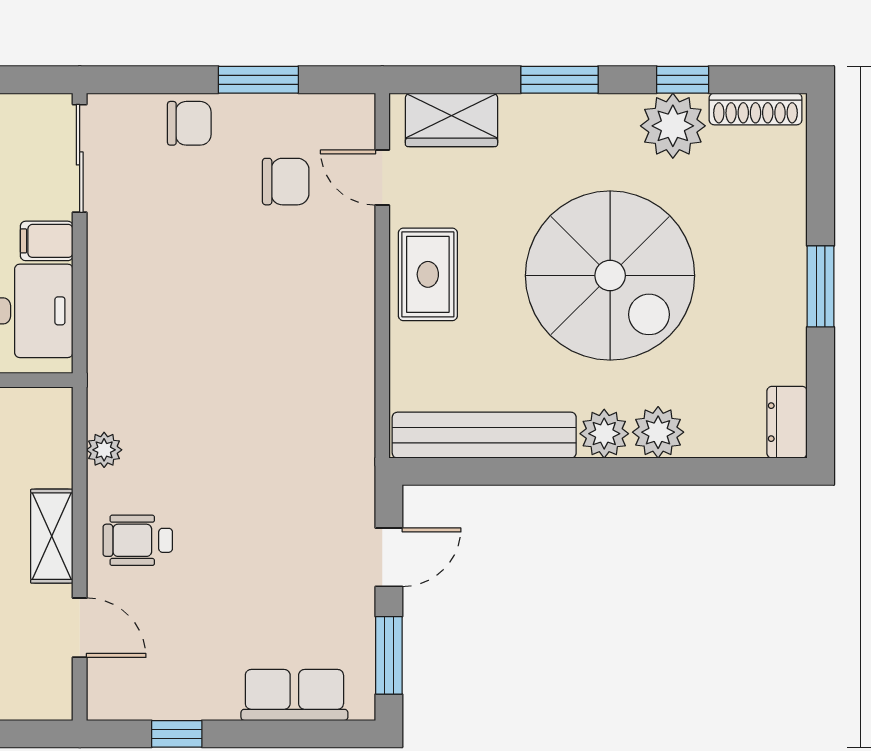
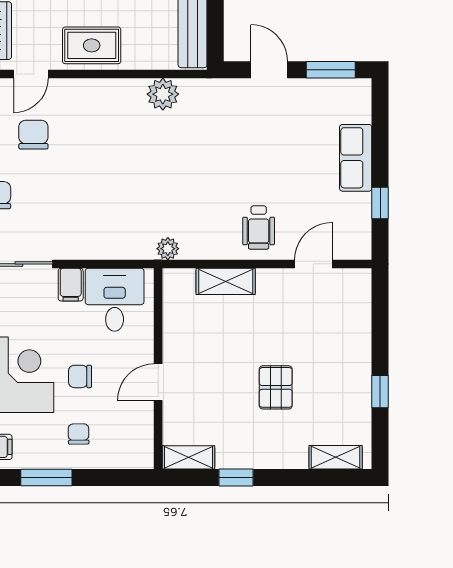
plant: (350, 388) -> (163, 94), added
plant: (104, 450) -> (168, 249), moved
shelving: (52, 536) -> (226, 281), moved
row of seats: (294, 695) -> (356, 158), moved

